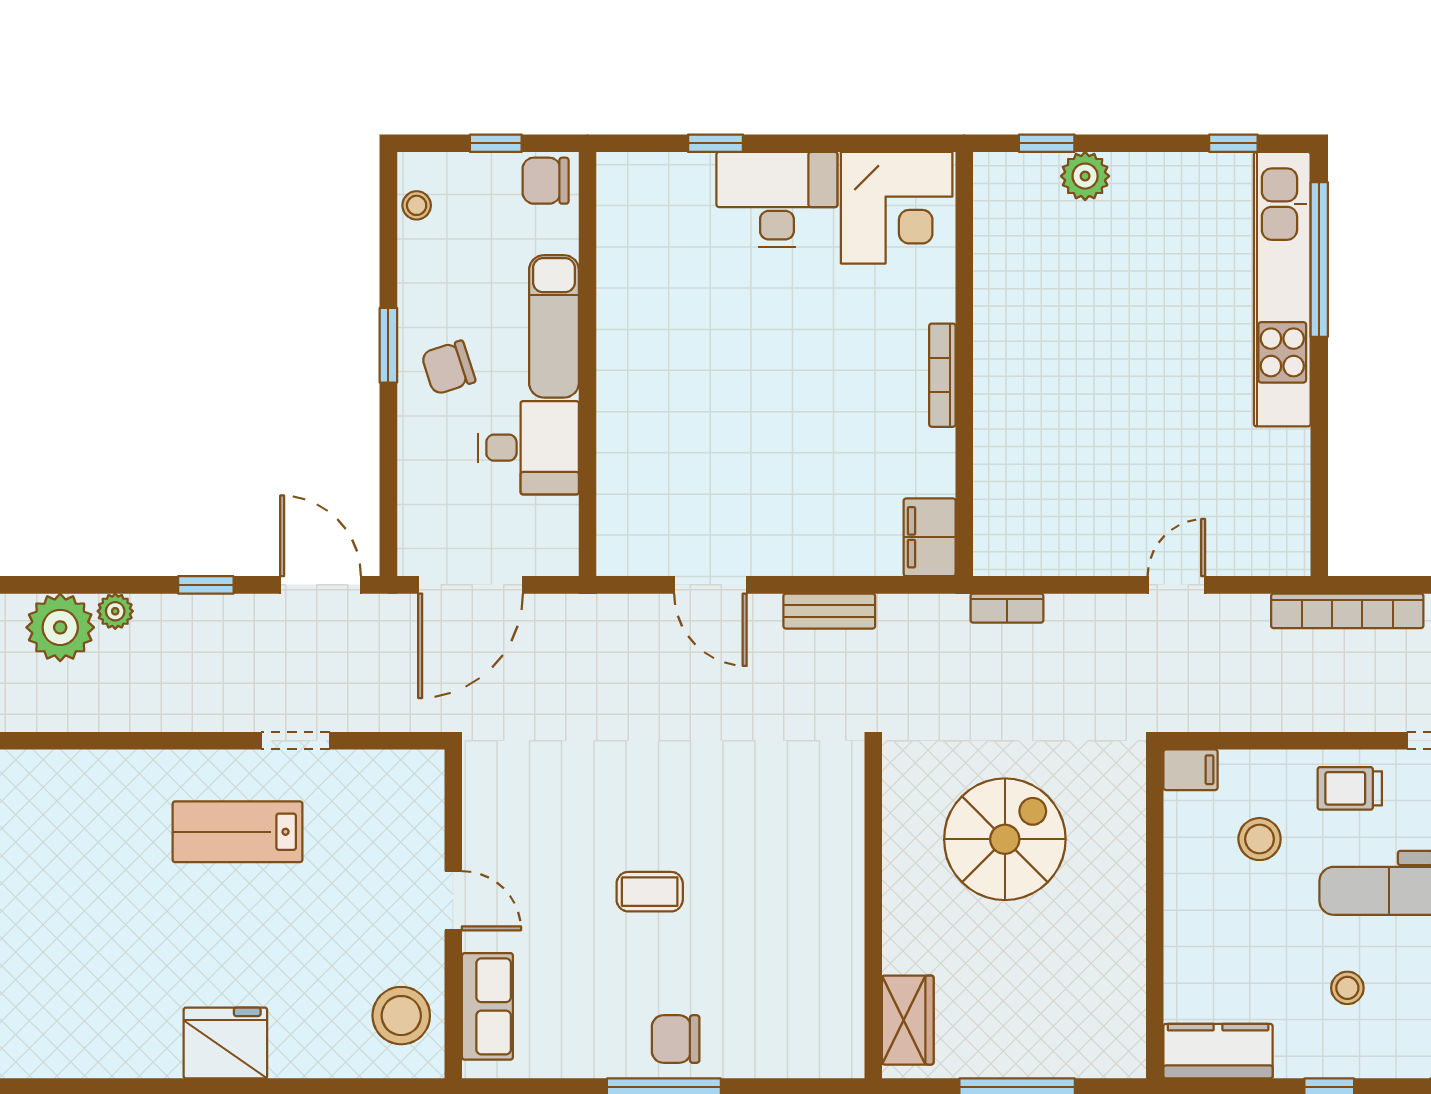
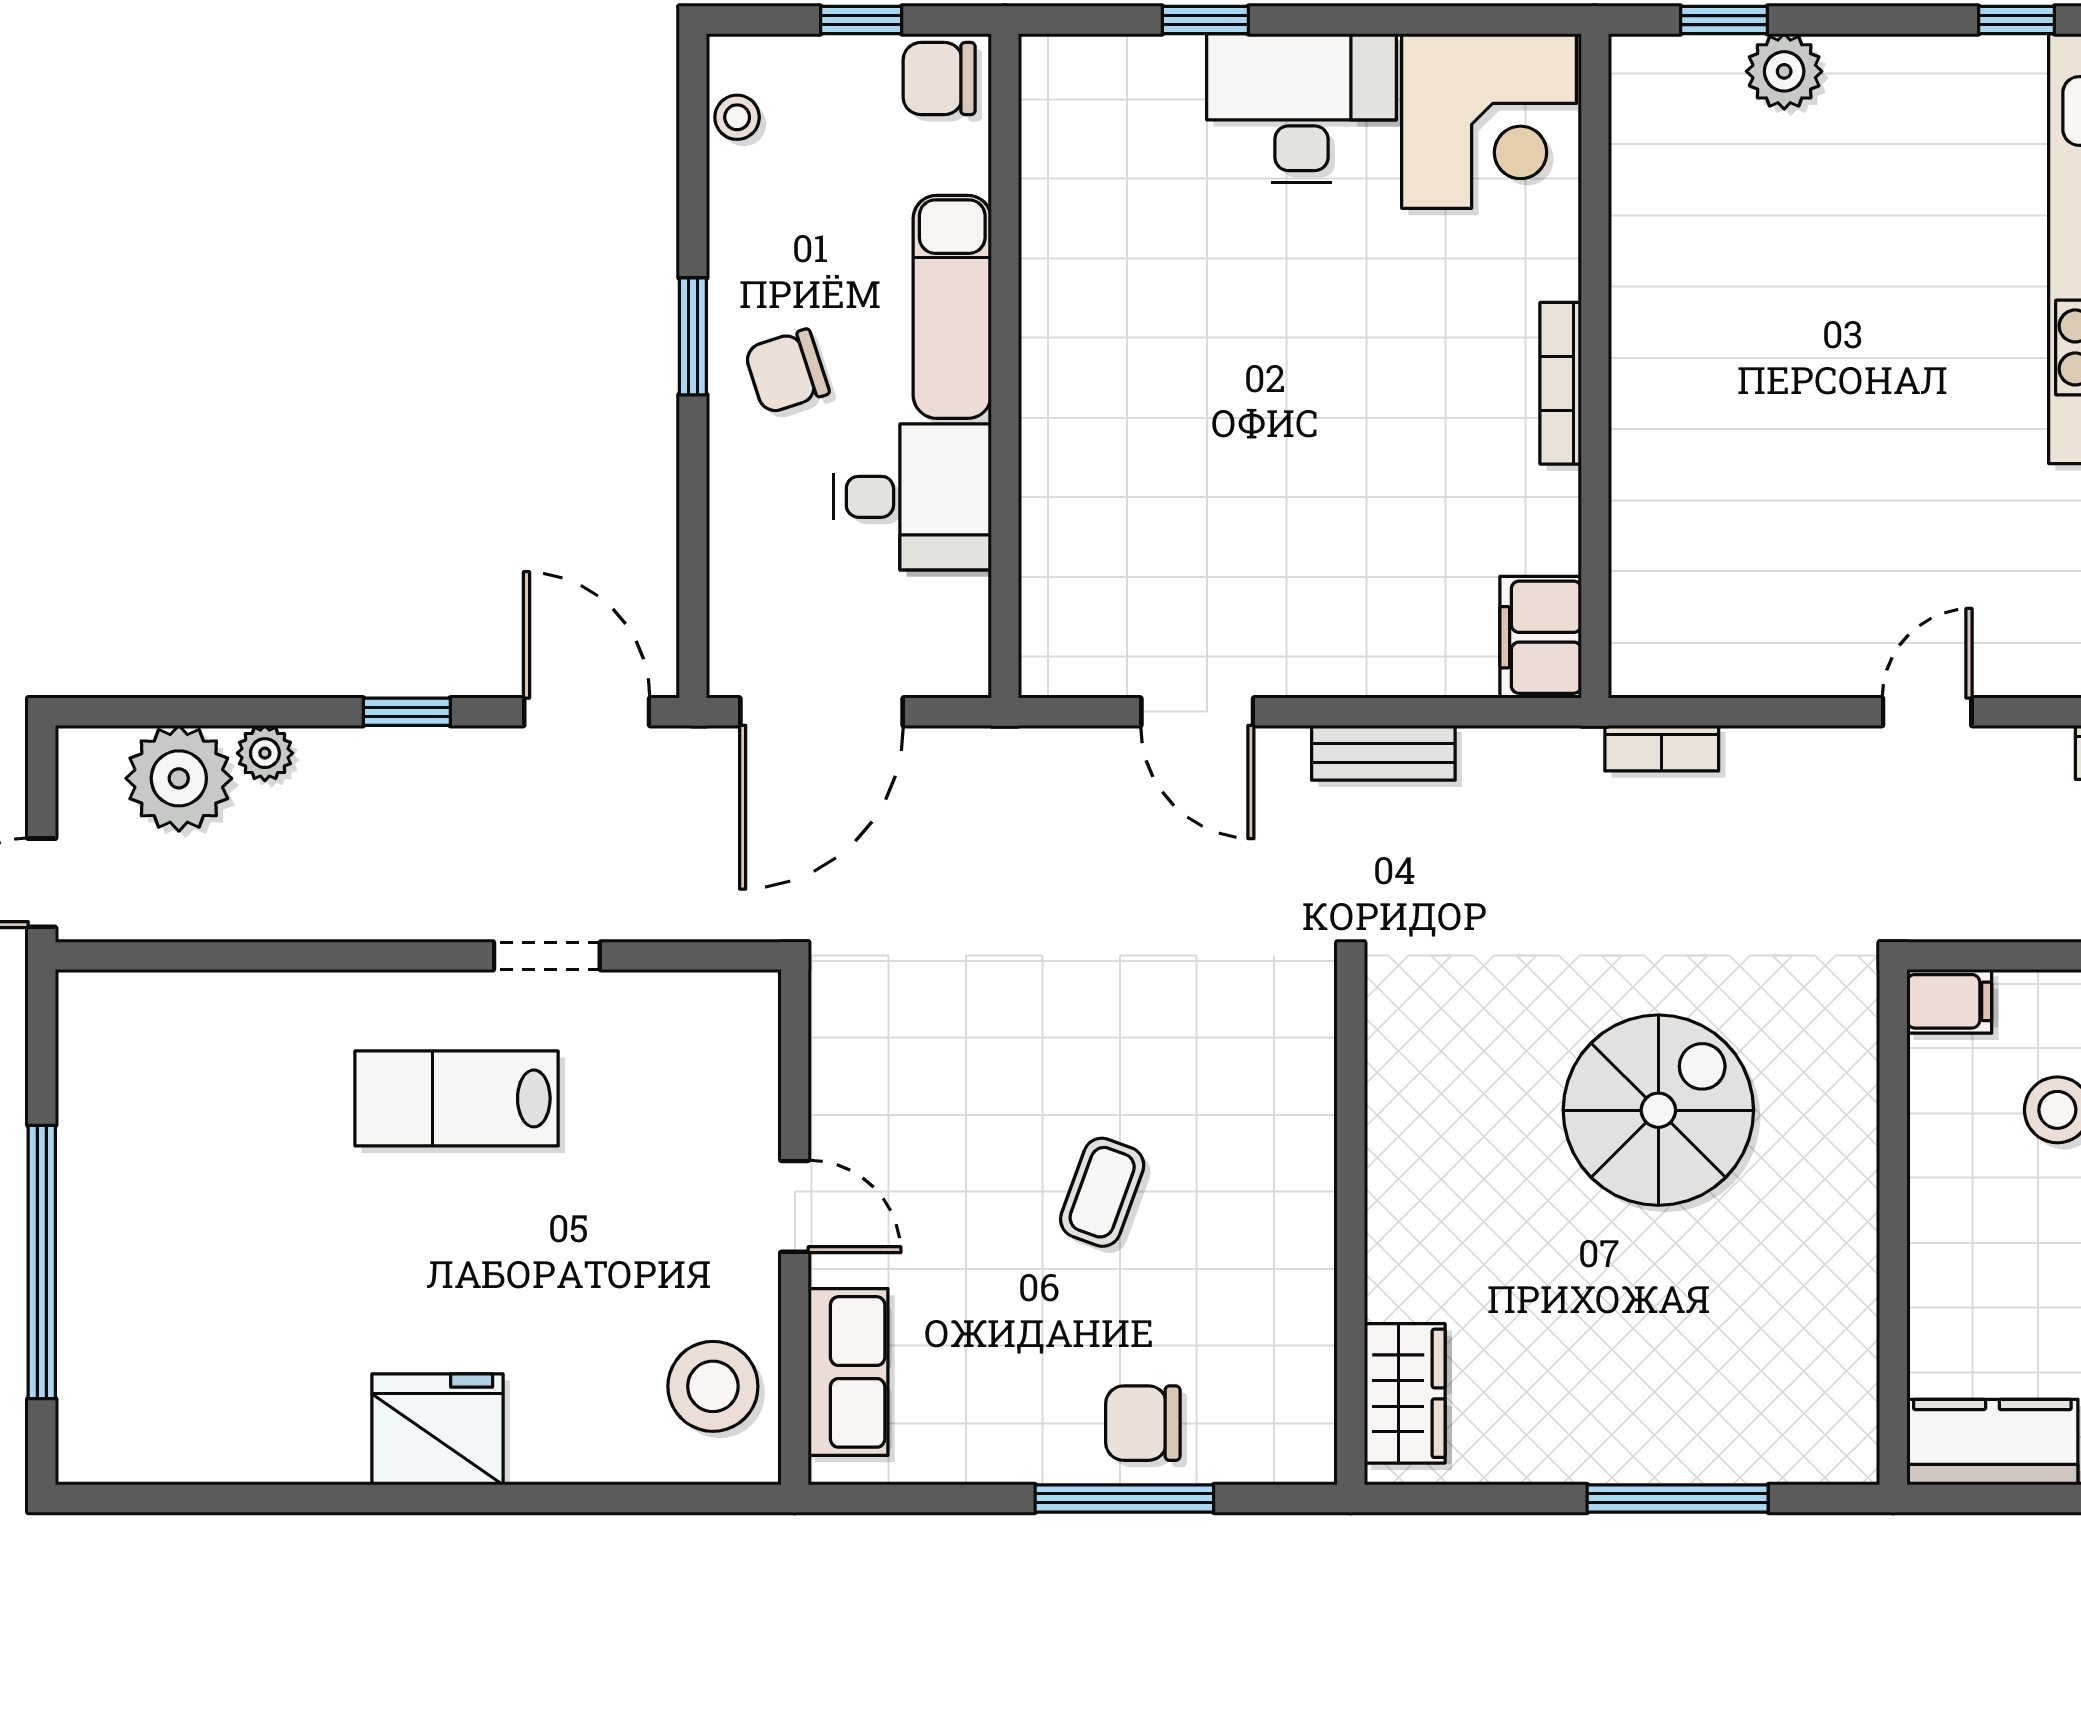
coffee table: (650, 892) -> (1102, 1192), turned -70
wall: (873, 914) -> (1351, 1227), moved
wardrobe: (908, 1020) -> (1405, 1393), moved

